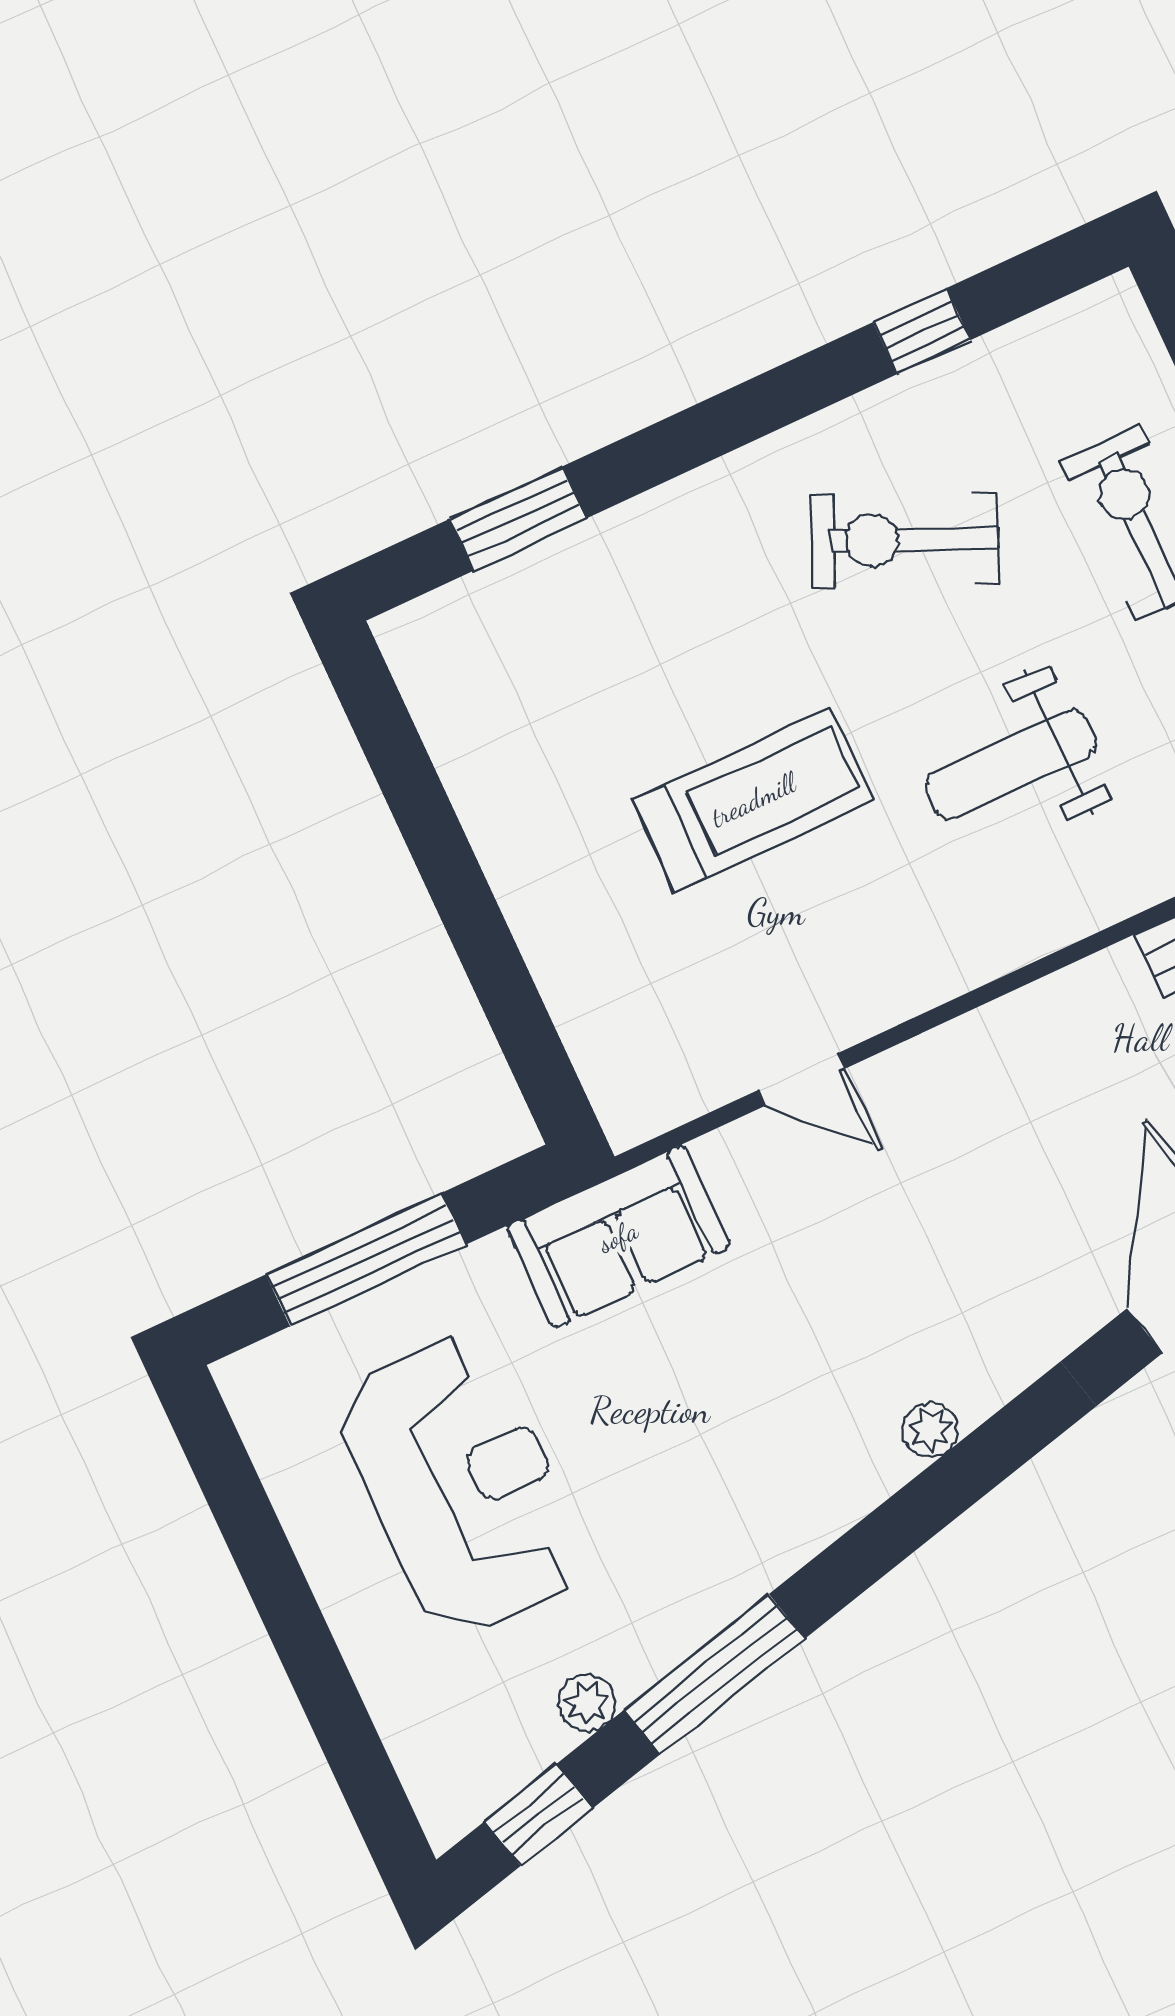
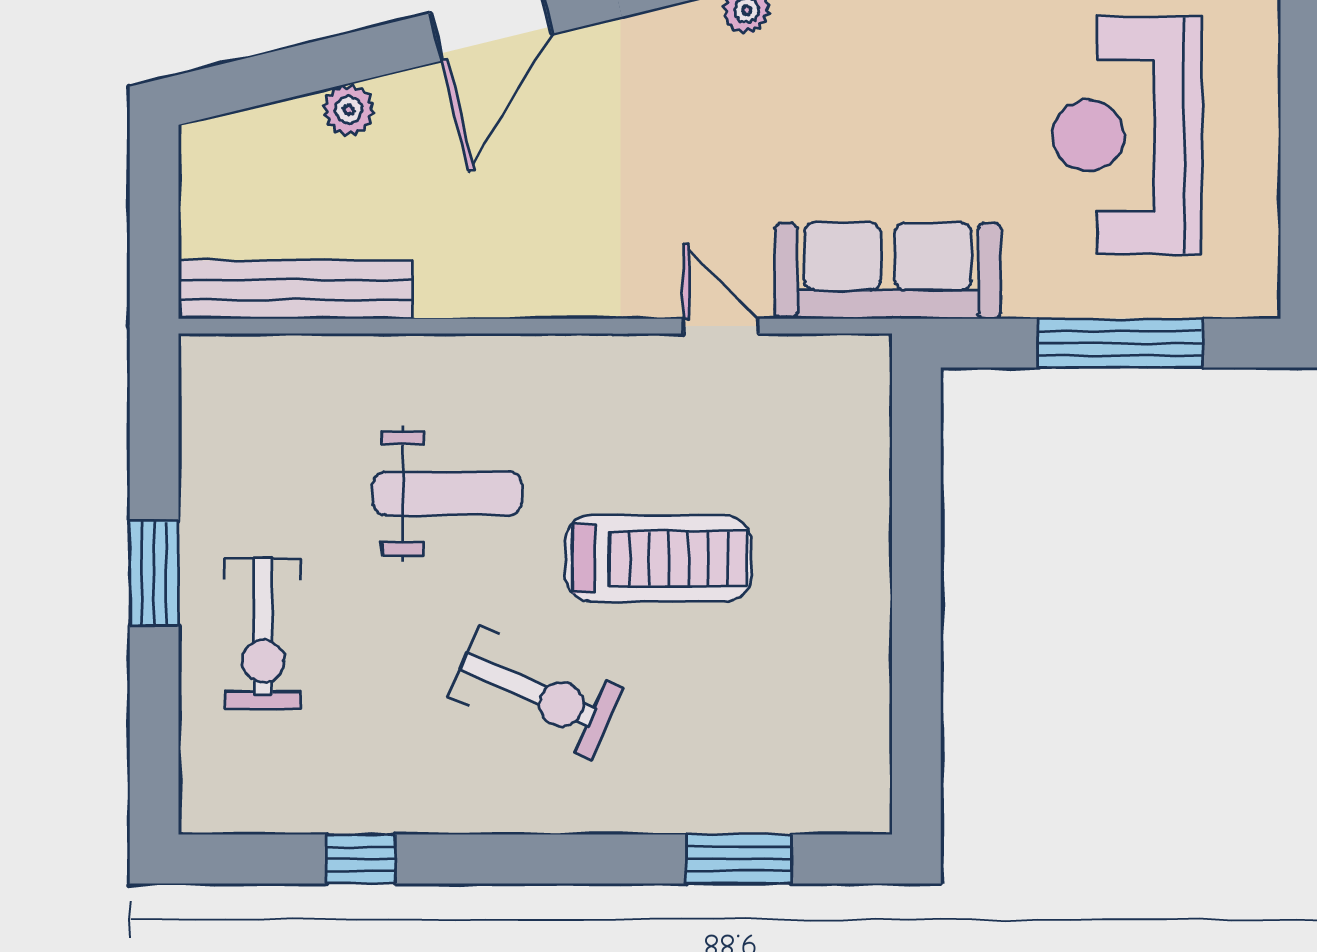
exercise bike: (905, 540) -> (536, 693), moved
treadmill: (753, 800) -> (658, 558), turned 180
sofa: (618, 1236) -> (888, 271), width x1.36

